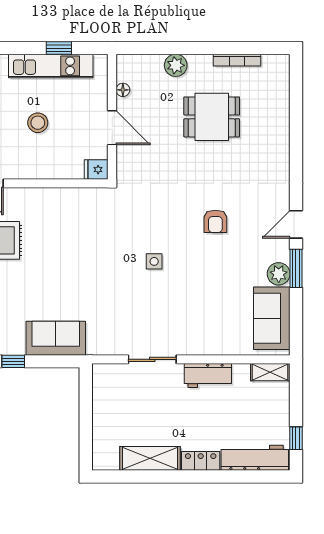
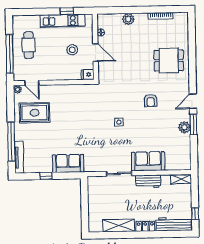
dining table: (212, 117) -> (169, 61), moved
stool: (38, 123) -> (72, 50), moved
sofa: (272, 318) -> (148, 161), moved, turned 90

